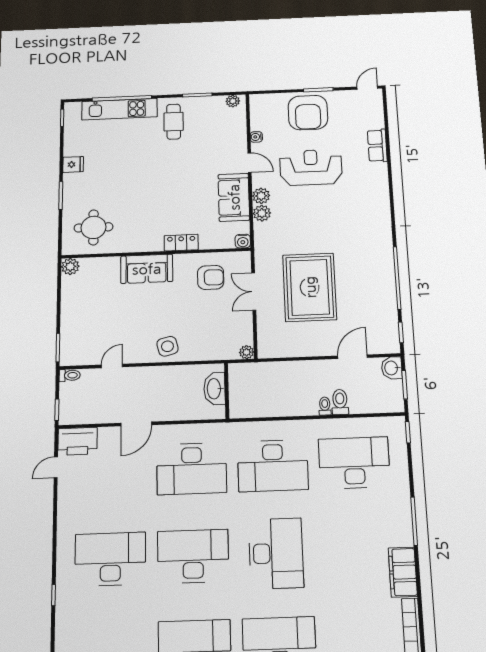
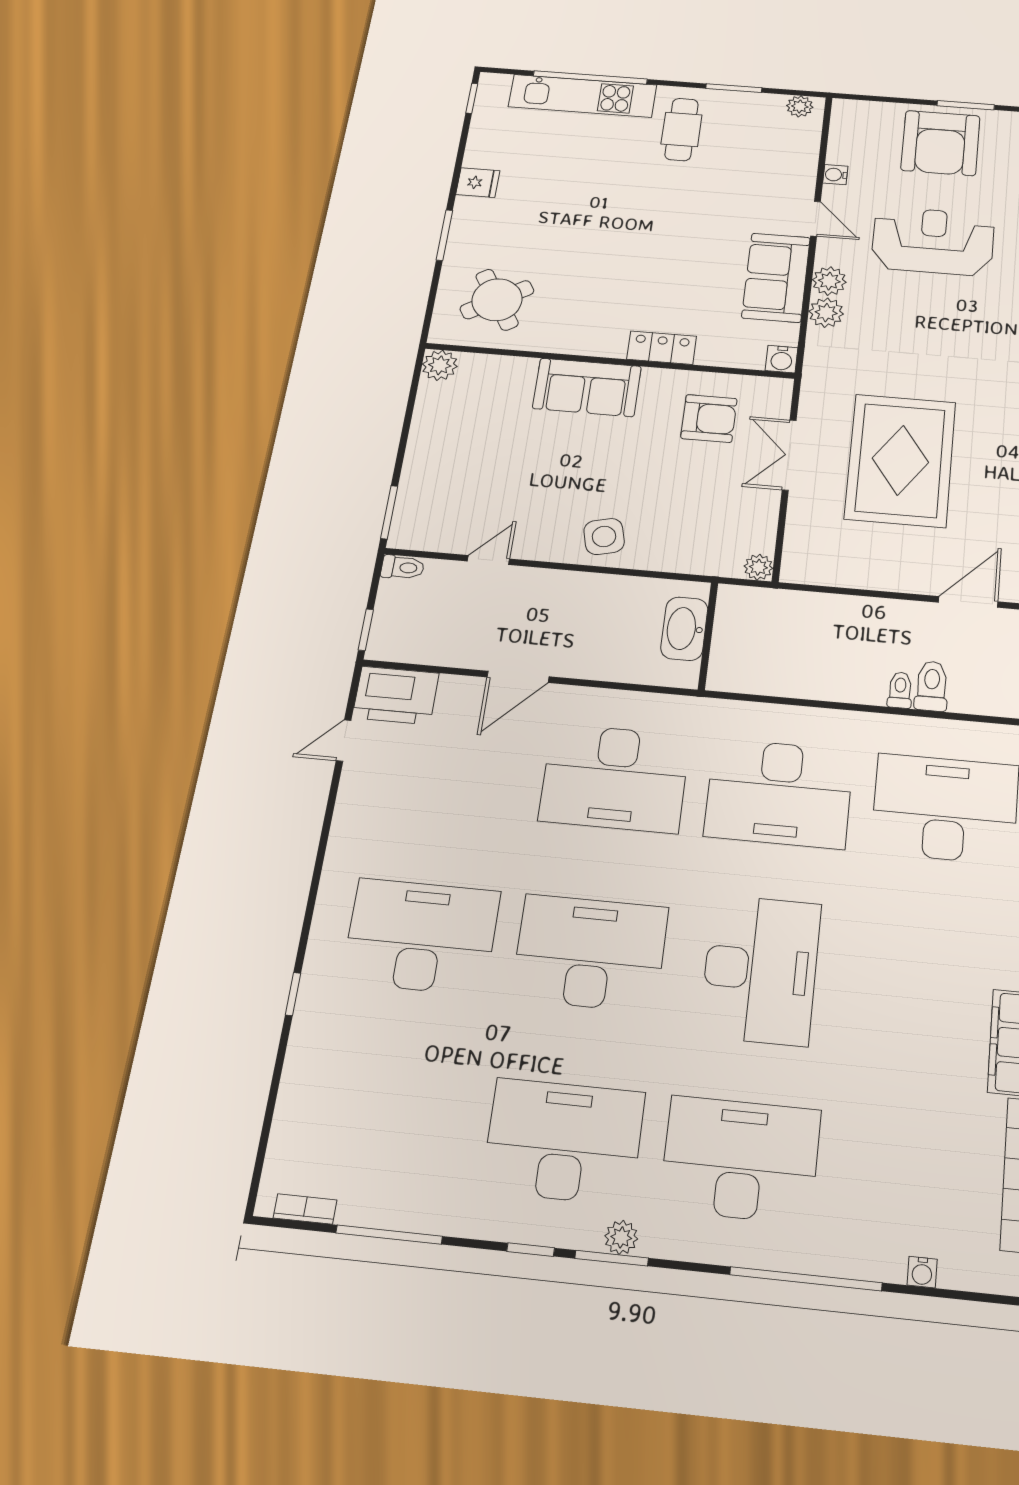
round table: (93, 227) -> (497, 300), turned -31

